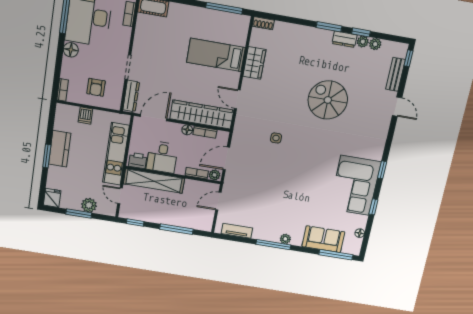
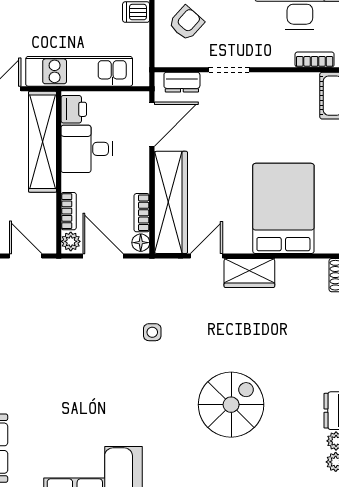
bed: (216, 55) -> (283, 208), width x1.50
wardrobe: (254, 63) -> (249, 273), moved
armchair: (96, 87) -> (186, 23), turned 132
dresser: (131, 96) -> (182, 82), width x0.70
door: (154, 118) -> (152, 124), hinge flipped
floor lamp: (187, 130) -> (141, 243), moved

